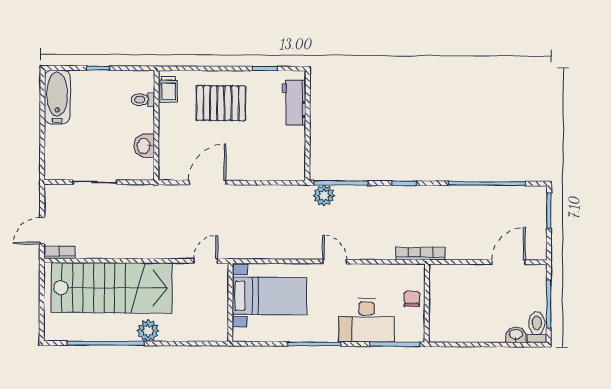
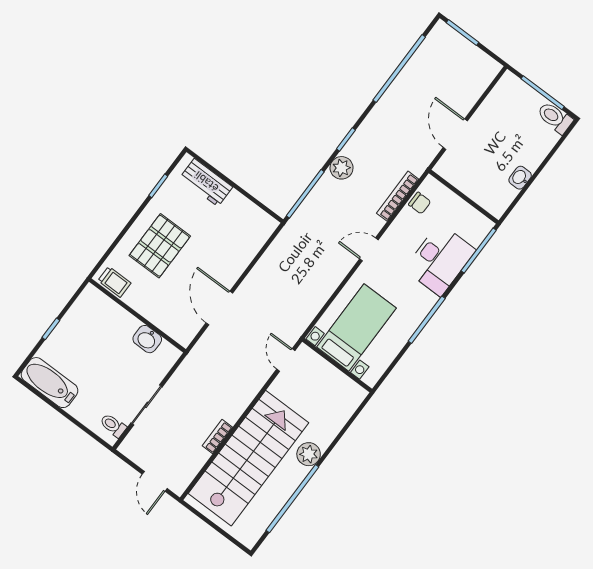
toilet: (143, 100) -> (113, 425), moved, turned 90
plant: (324, 195) -> (341, 168), moved
bookcase: (59, 252) -> (217, 437), moved
bookcase: (421, 254) -> (398, 196), moved
door: (509, 262) -> (455, 134), moved
chair: (412, 299) -> (420, 203), moved, turned 180
washbasin: (516, 335) -> (520, 178), moved

